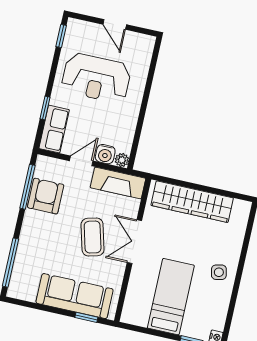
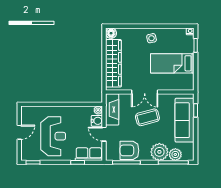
floor lamp: (242, 209) -> (111, 33), added
plant: (32, 244) -> (159, 152), added
plant: (22, 269) -> (175, 154), added

